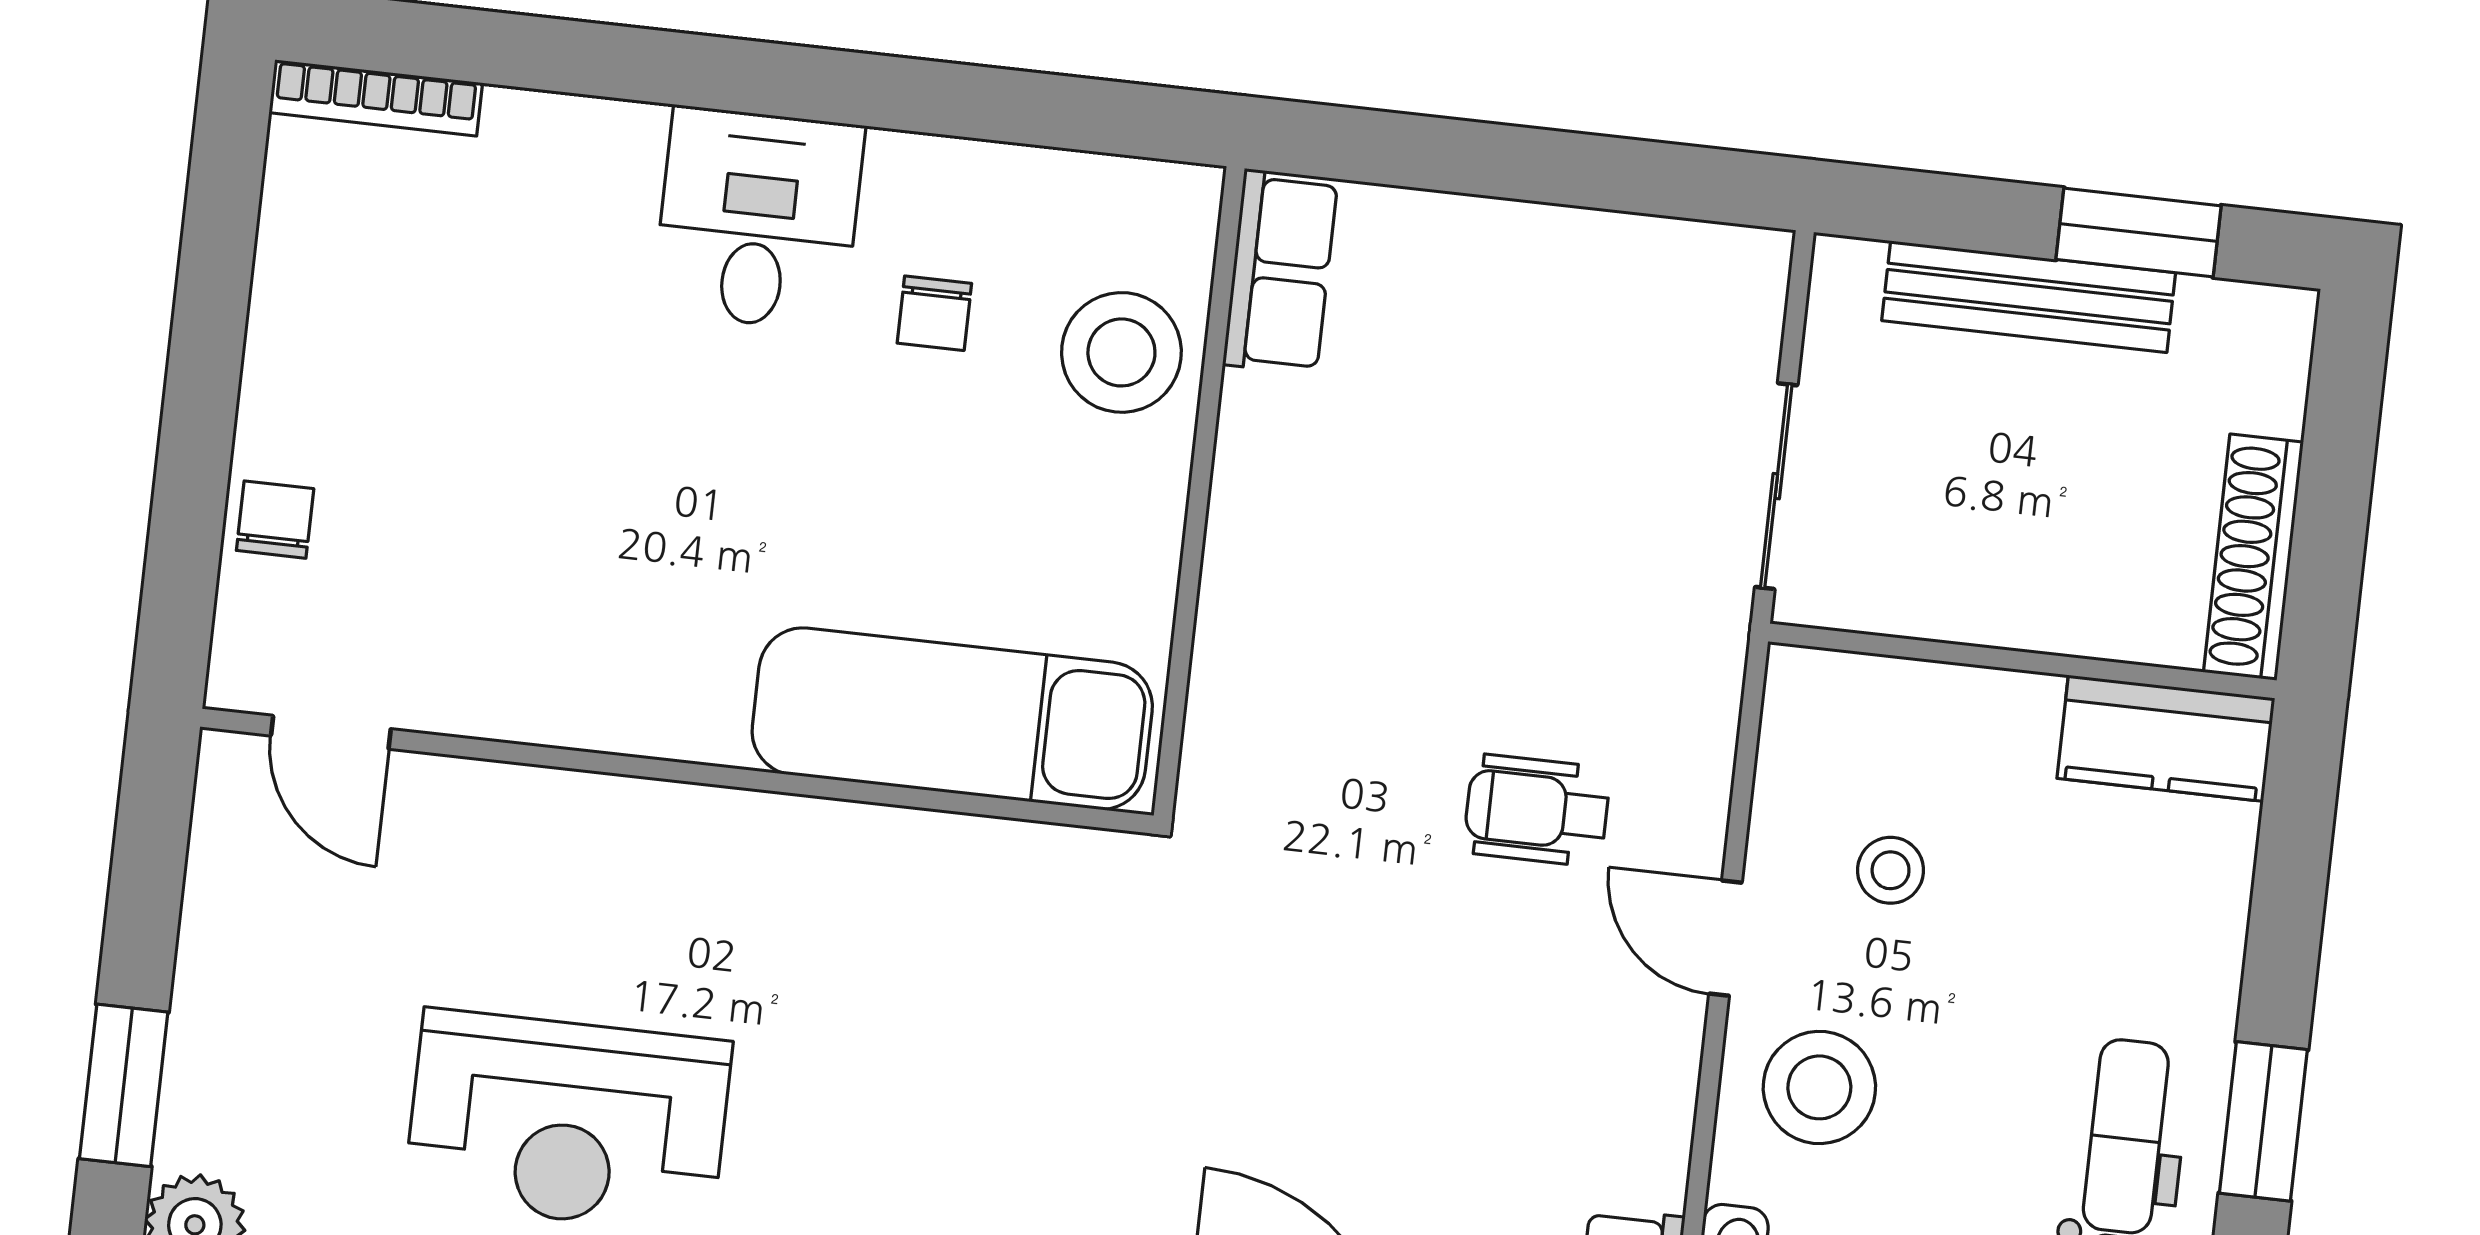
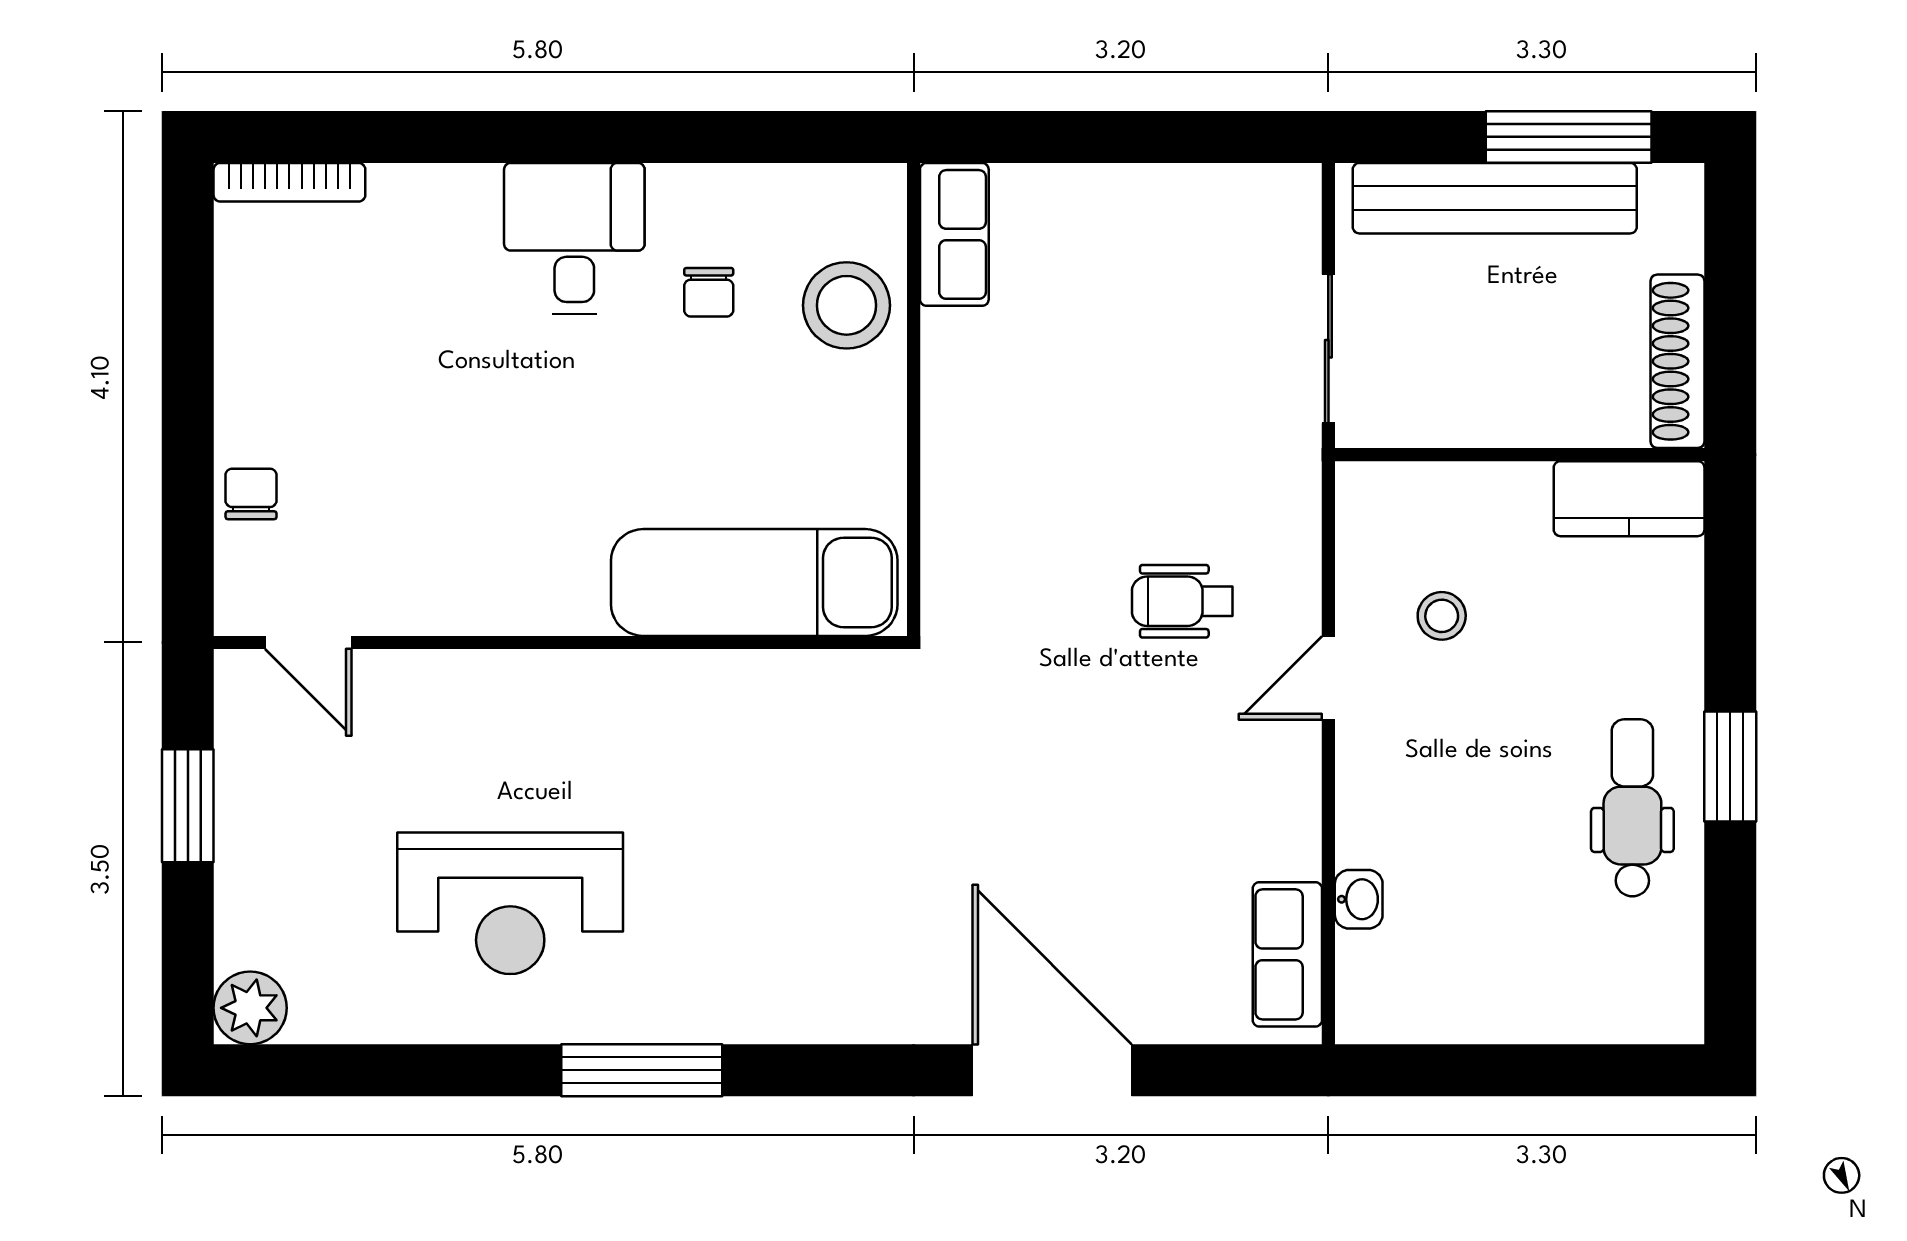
window: (2139, 233) -> (1569, 137), width x1.44
bench: (2029, 297) -> (1495, 198), width x1.37, depth x1.21
door: (1726, 938) -> (1328, 678), hinge flipped
window: (124, 1085) -> (188, 806), moved
stool: (1819, 1087) -> (1408, 778), removed

